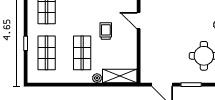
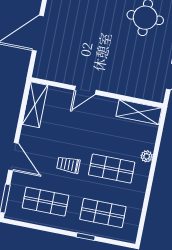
trolley: (106, 31) -> (68, 165), moved
shelving: (120, 76) -> (139, 112), moved, turned 90

